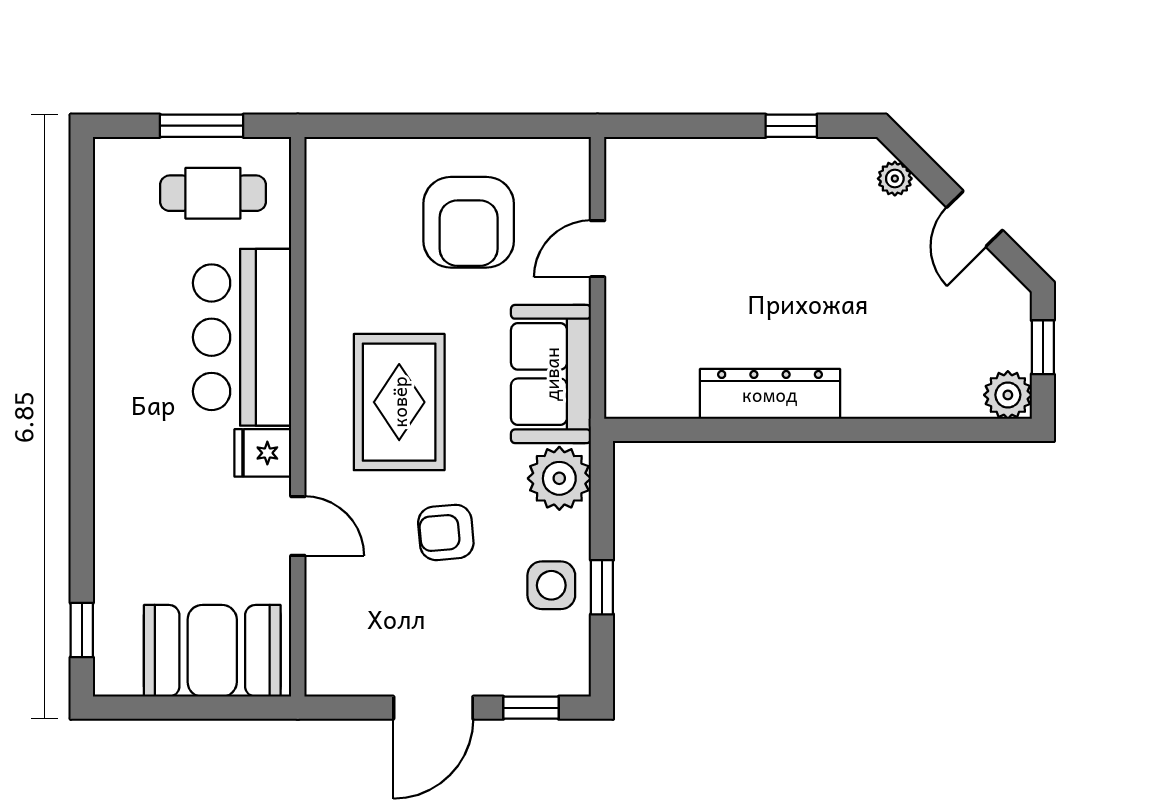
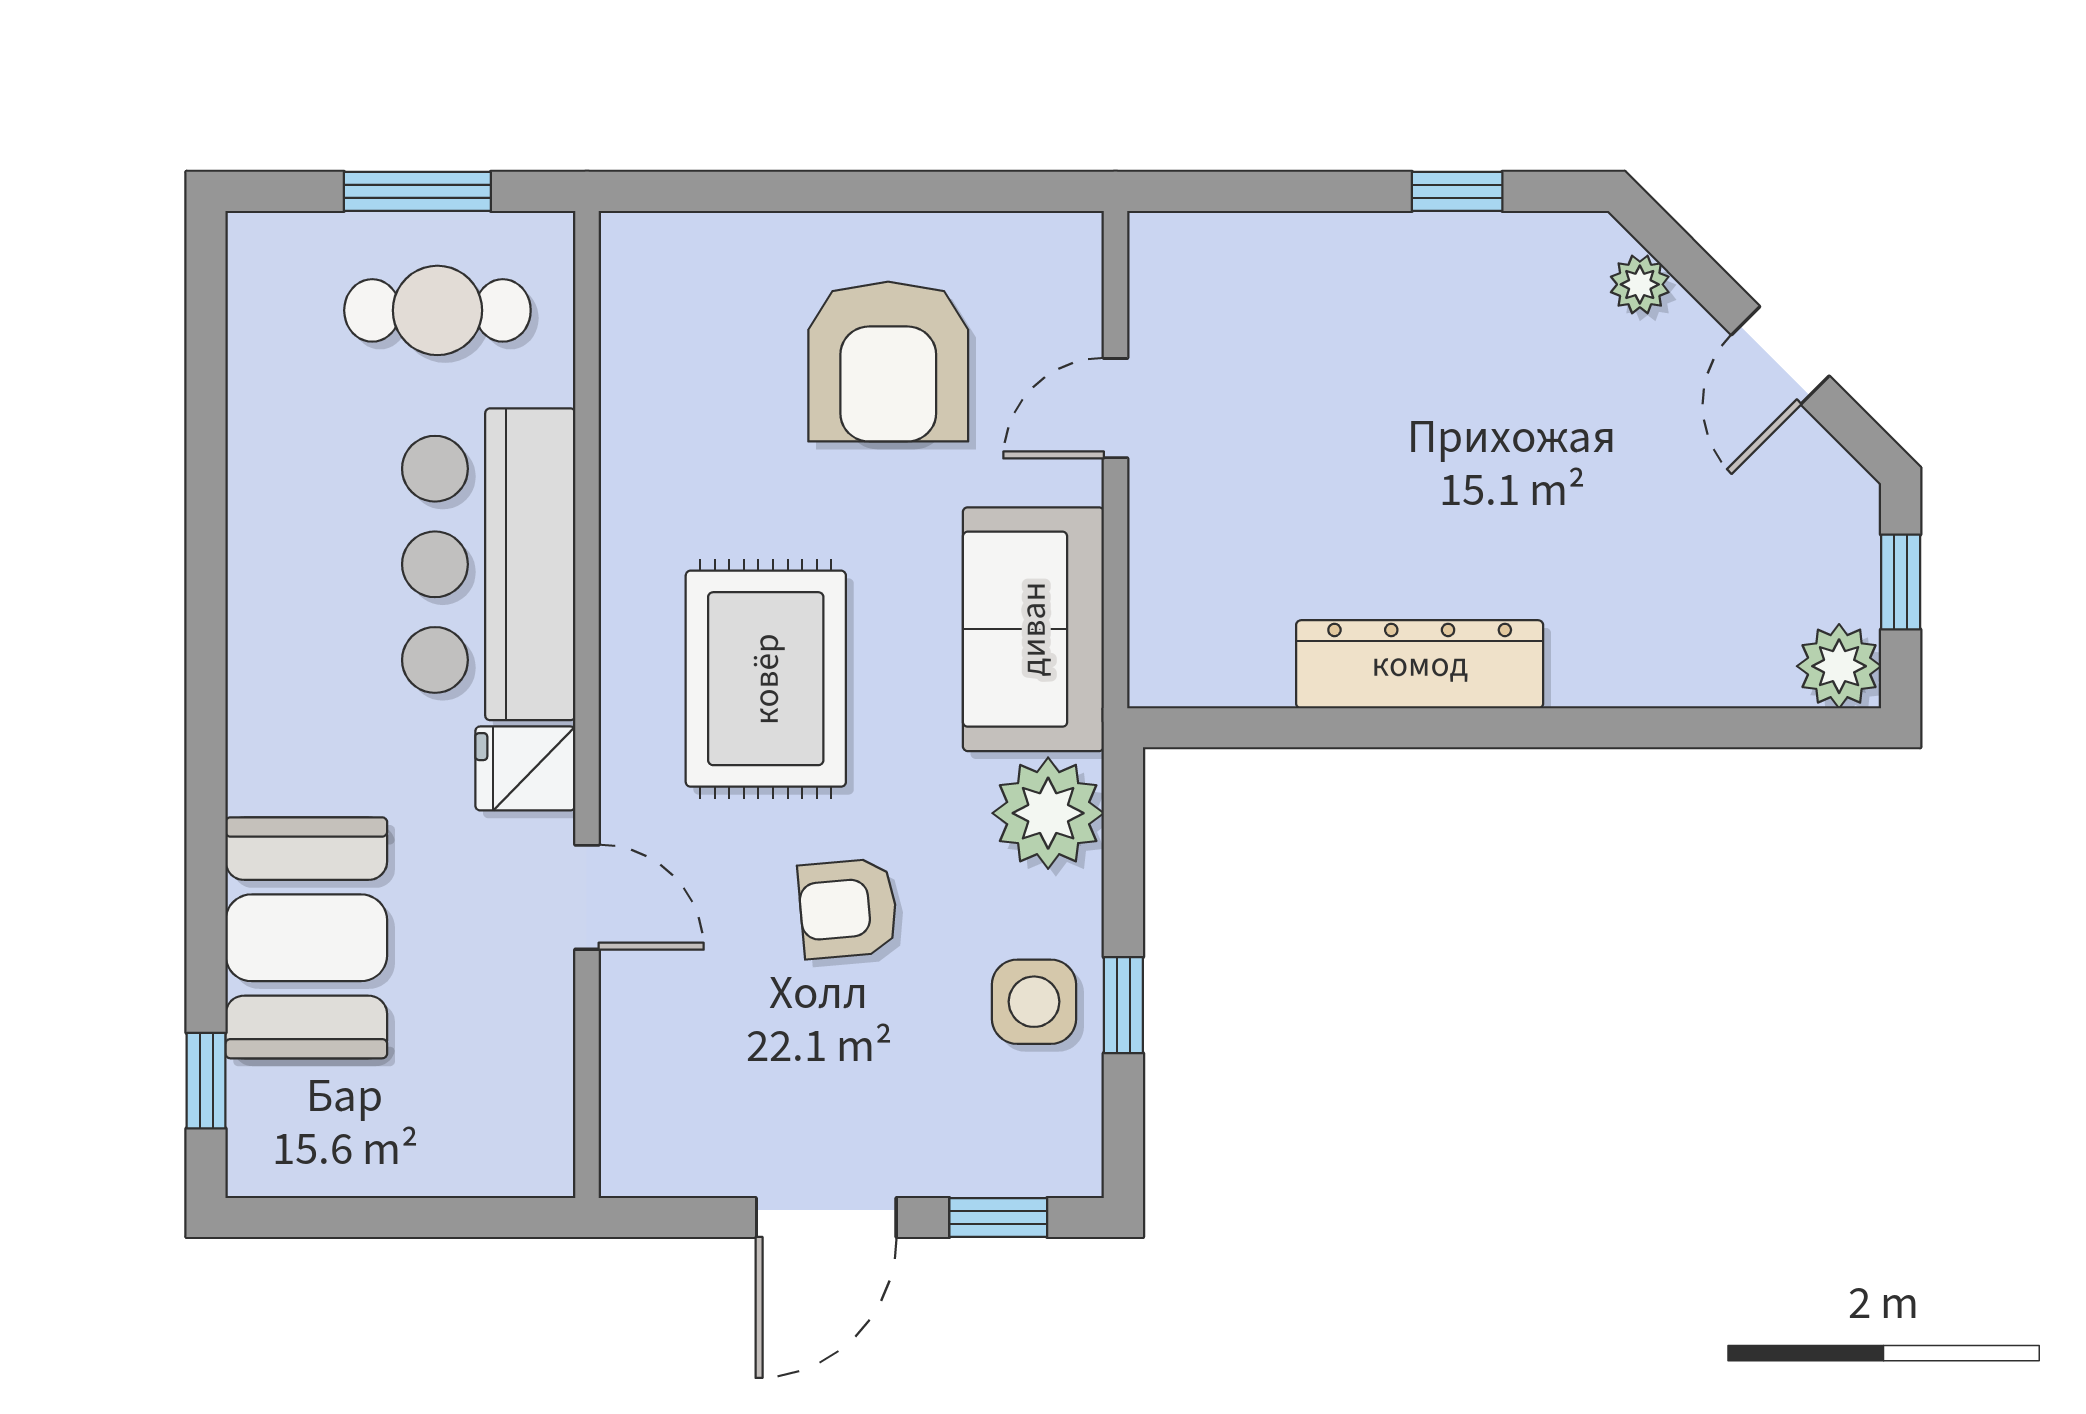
booth: (212, 651) -> (306, 938), moved, turned 90

